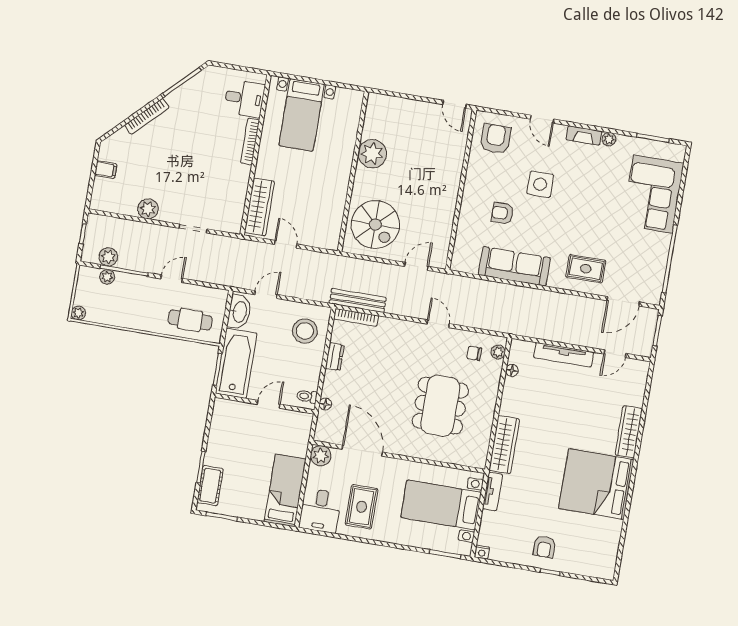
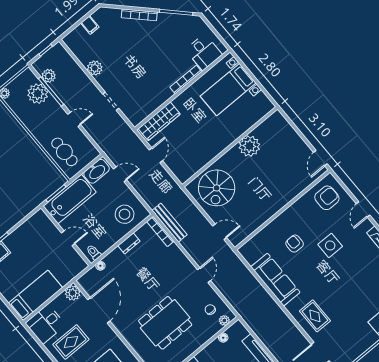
plant: (107, 277) -> (38, 94), width x1.88, depth x1.88

